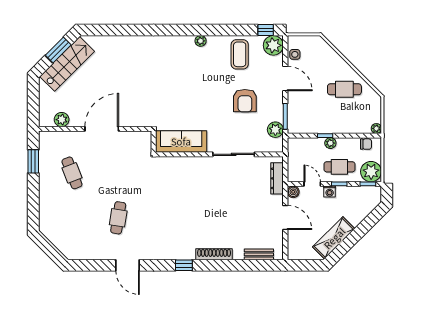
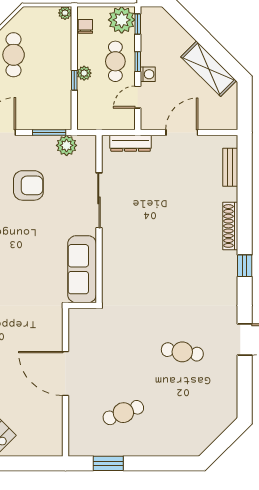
plant: (62, 120) -> (53, 426), removed
boiler: (293, 192) -> (148, 122), removed

